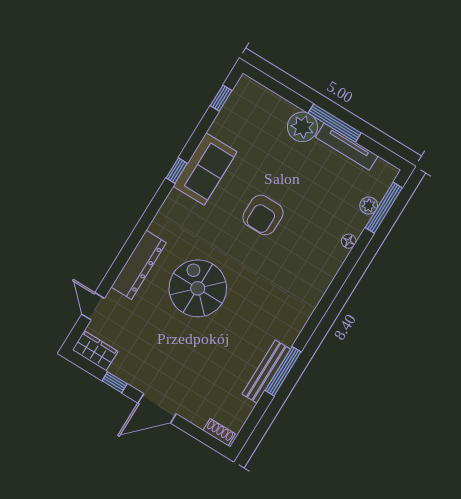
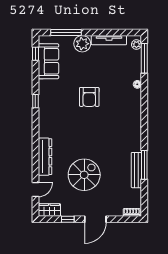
window: (335, 123) -> (66, 33), moved
sofa: (205, 169) -> (48, 61), moved
plant: (369, 206) -> (136, 45), moved
spiral stairs: (198, 288) -> (84, 175), moved, turned 90
door: (93, 306) -> (35, 190), swing flipped

